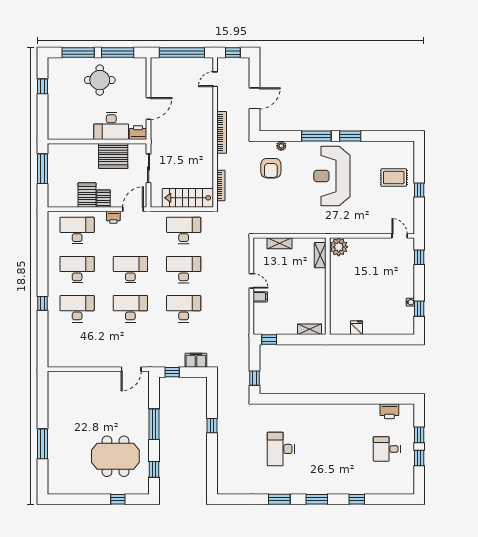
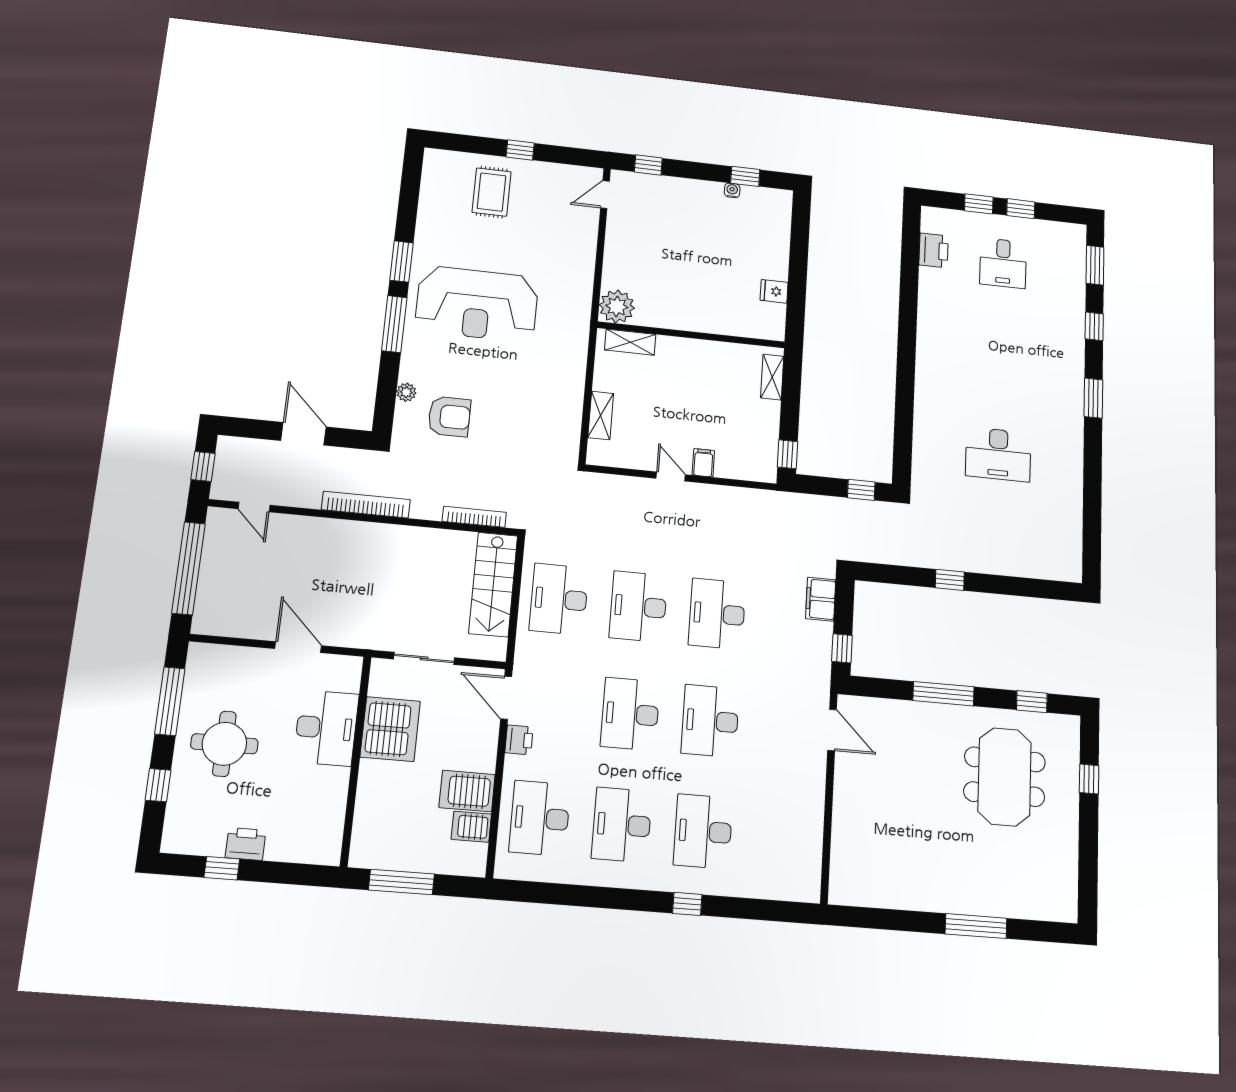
window: (78, 52) -> (158, 785), width x0.46
printer: (138, 133) -> (246, 844), moved, turned 90
server rack: (104, 199) -> (471, 827), moved
door: (251, 281) -> (671, 476), hinge flipped
window: (279, 499) -> (1095, 265), moved

